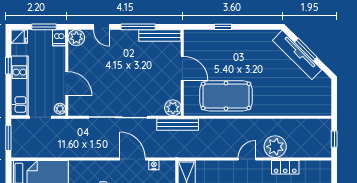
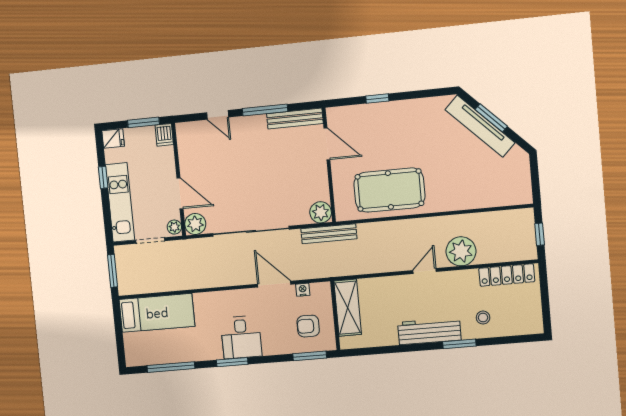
plant: (76, 38) -> (195, 224), moved
door: (182, 68) -> (327, 144), moved
locker: (285, 167) -> (507, 275), moved, width x1.53

